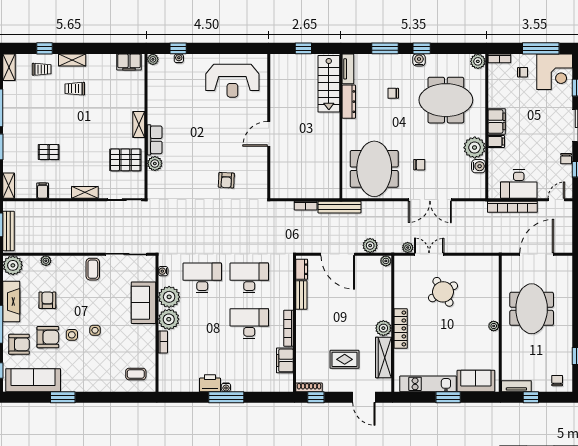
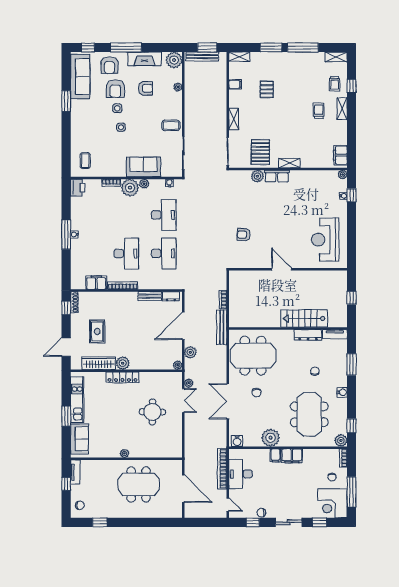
window: (422, 48) -> (352, 426), moved
stairs: (329, 84) -> (304, 319), moved
water cooler: (478, 166) -> (237, 441), moved
round table: (443, 292) -> (152, 412), turned 31
plant: (169, 297) -> (144, 184), width x0.53, depth x0.53
printer: (210, 383) -> (78, 188), moved

